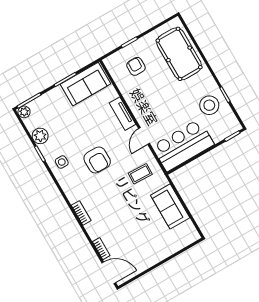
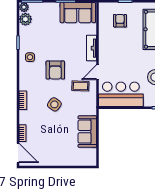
plant: (40, 136) -> (25, 19), moved
coffee table: (140, 174) -> (80, 86), moved
side table: (118, 198) -> (54, 104), added

